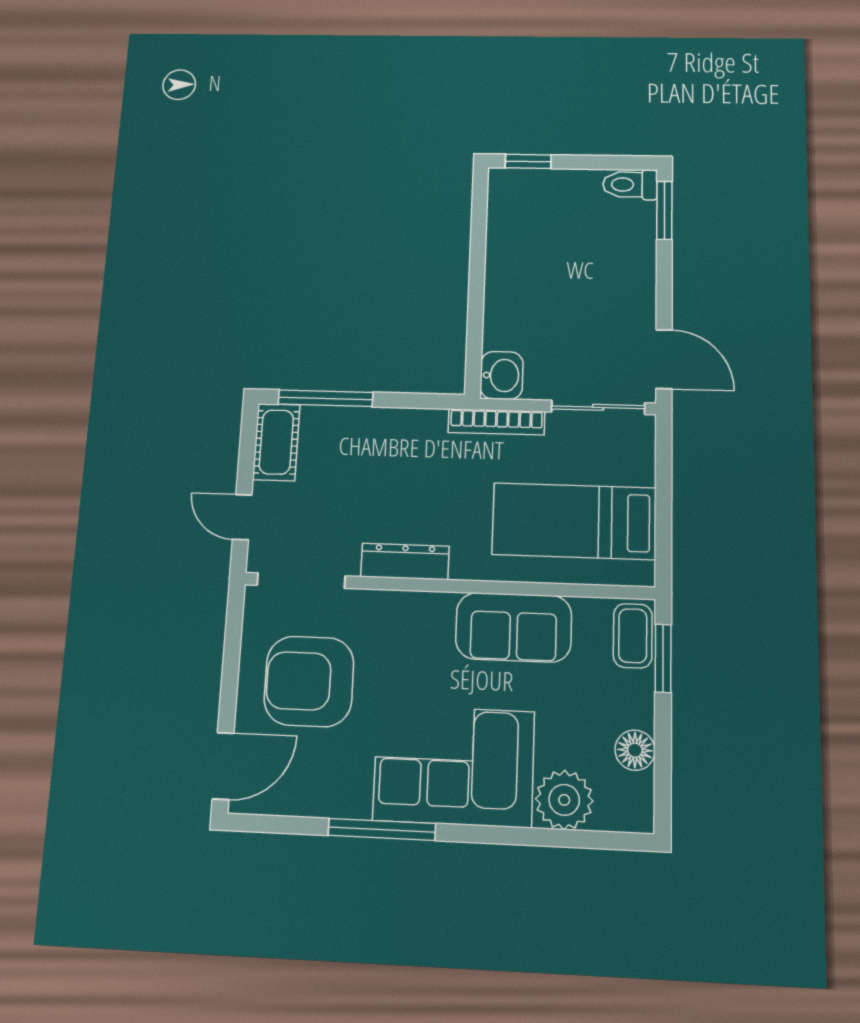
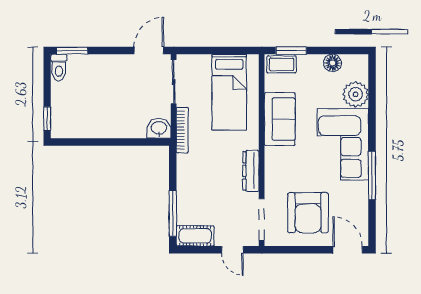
door: (242, 517) -> (232, 250), hinge flipped

